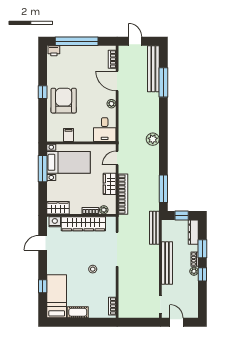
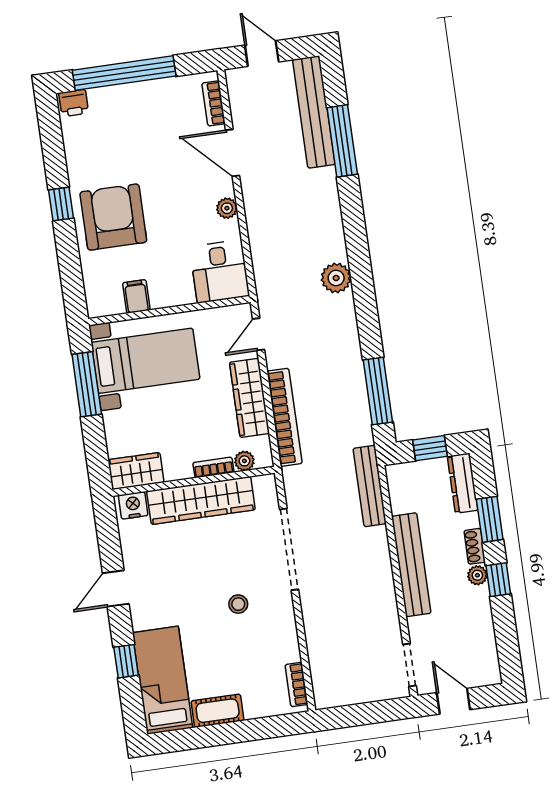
wardrobe: (110, 184) -> (249, 398), width x1.50
door: (43, 243) -> (116, 589), moved

